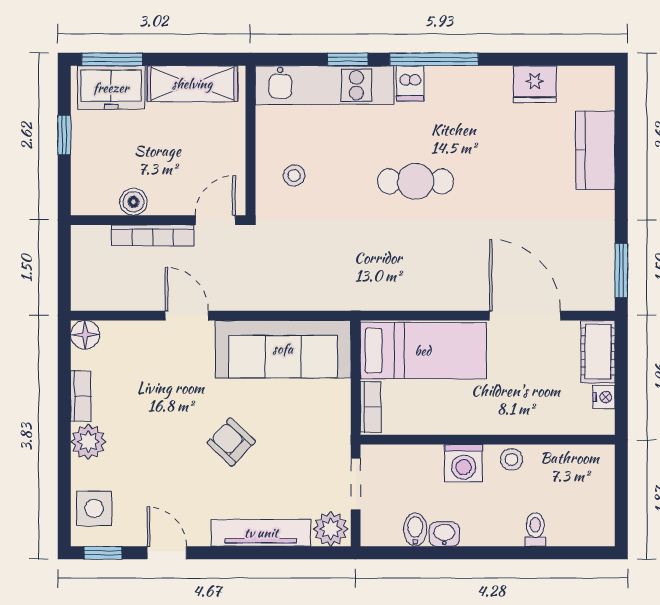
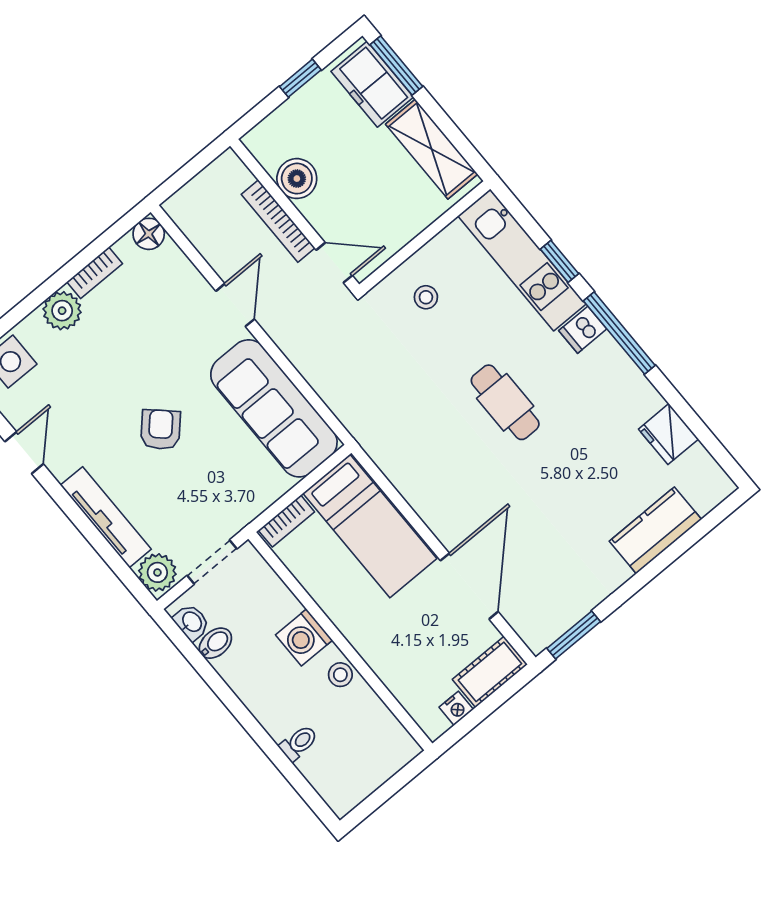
boiler: (133, 202) -> (297, 179), width x1.36, depth x1.36
washbasin: (444, 534) -> (191, 622), moved

